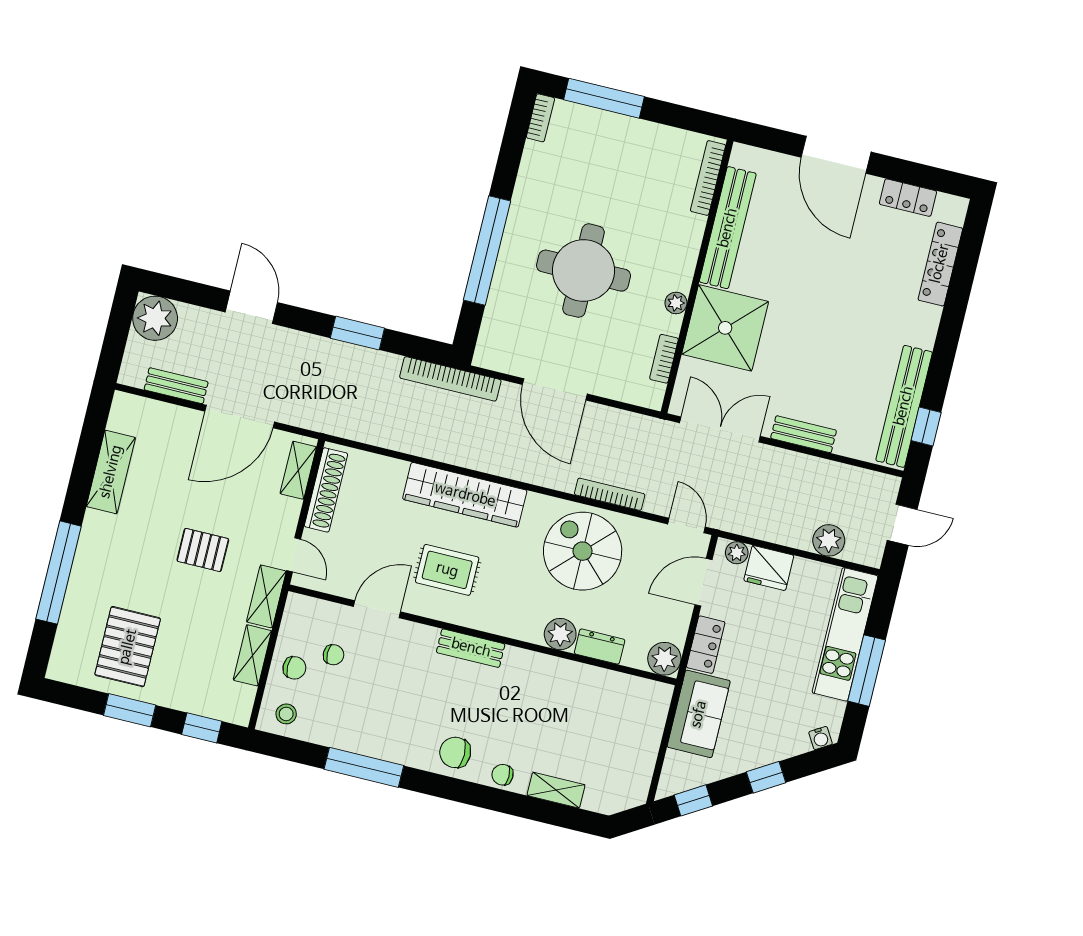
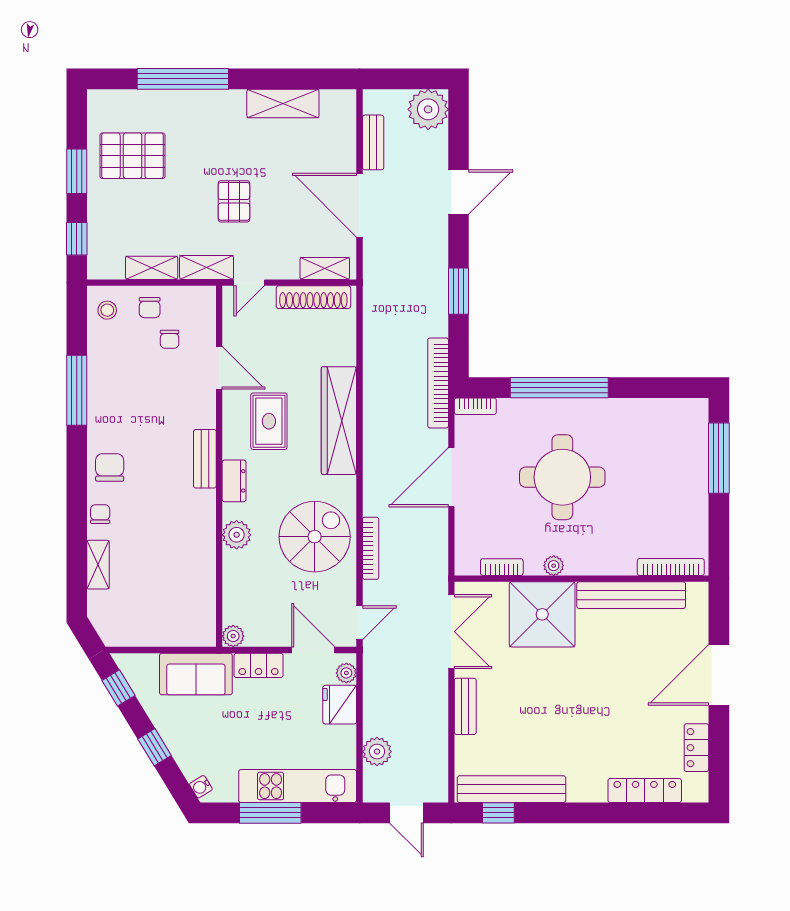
bookcase: (540, 118) -> (475, 406), moved
dresser: (600, 647) -> (234, 481), moved
plant: (664, 659) -> (233, 636), width x0.73, depth x0.73

